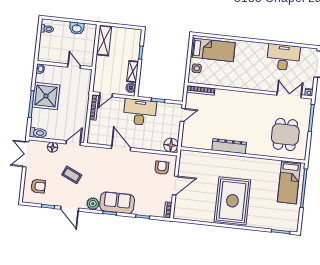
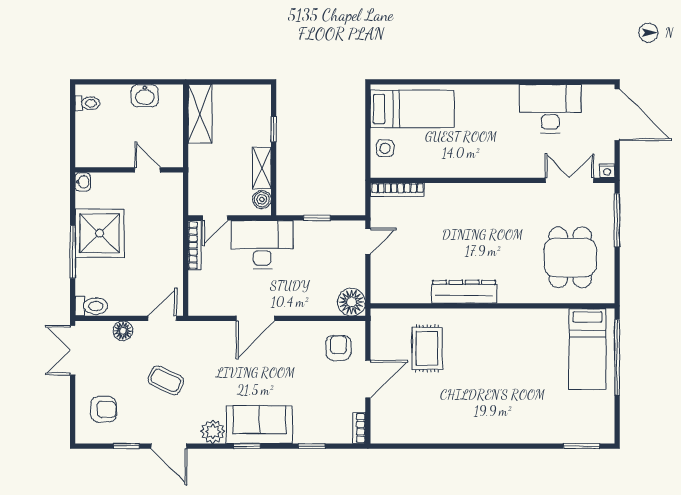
desk: (140, 112) -> (262, 245), moved
door: (121, 148) -> (255, 318), swing flipped
rug: (232, 201) -> (427, 348), moved, width x0.54, depth x0.49

